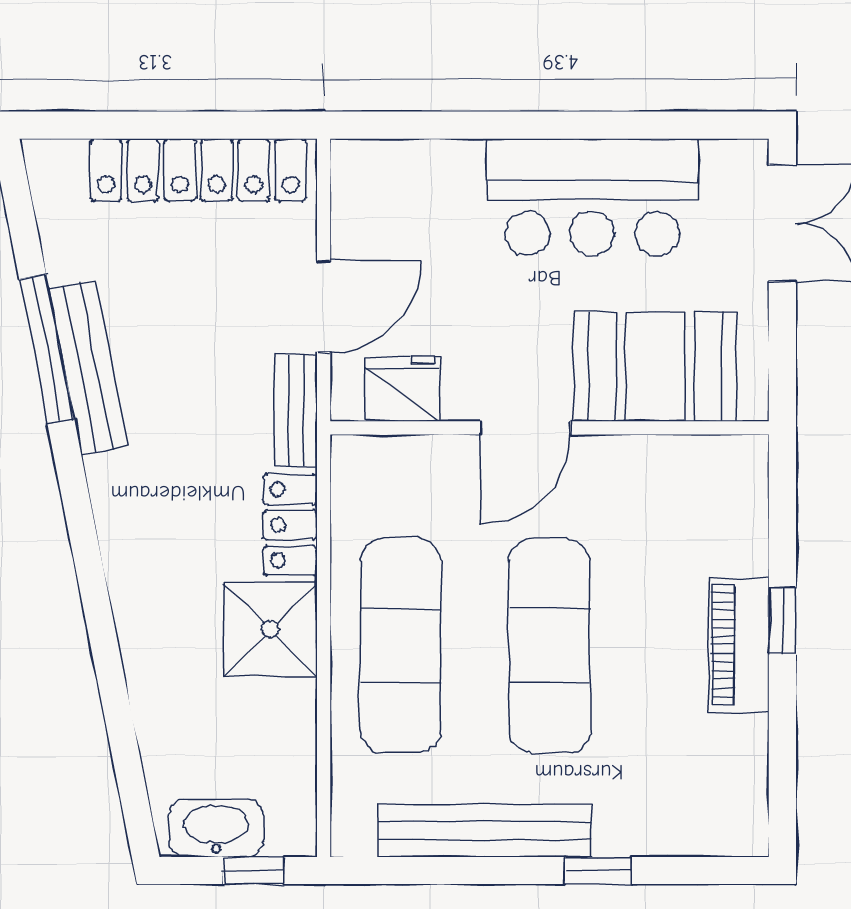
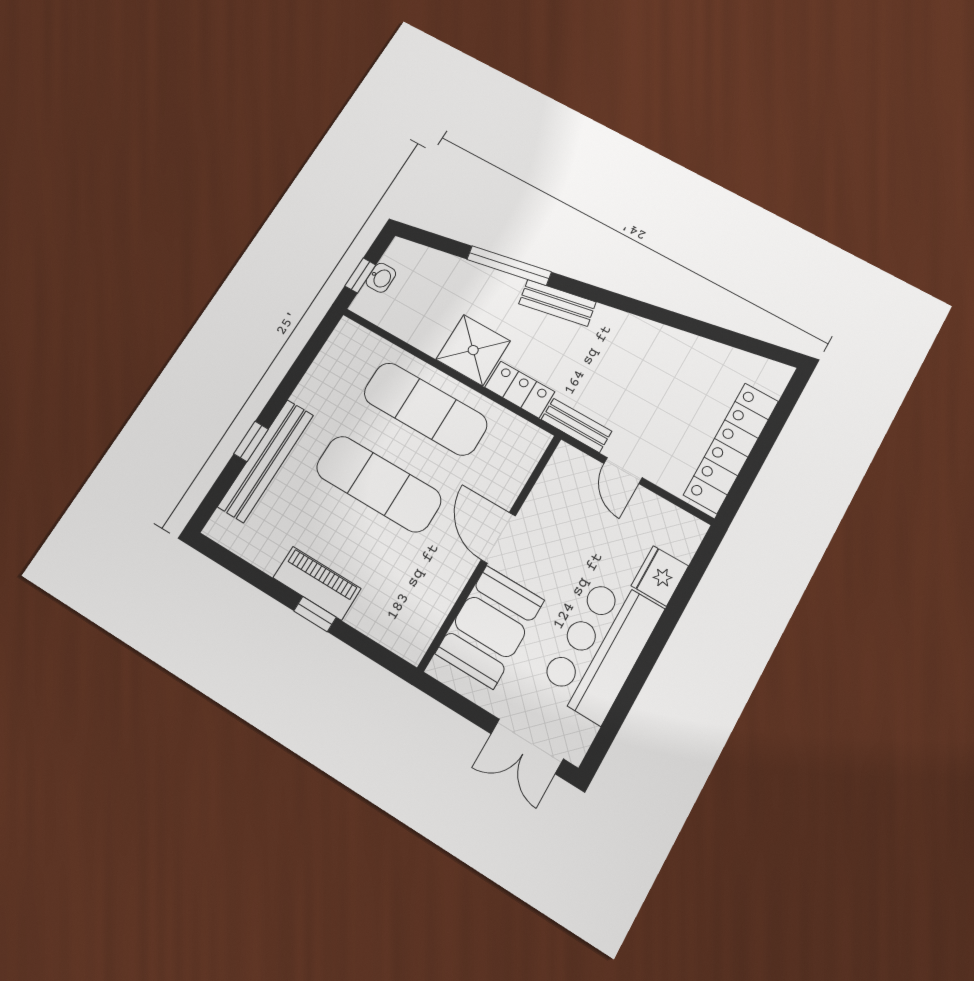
door: (324, 306) -> (623, 471), width x0.73
window: (47, 349) -> (509, 266), moved
bench: (88, 367) -> (557, 303), moved, width x0.73
fridge: (403, 389) -> (660, 576), moved, turned 180
washbasin: (216, 828) -> (381, 278), width x0.52, depth x0.69
bench: (484, 831) -> (266, 461), moved

